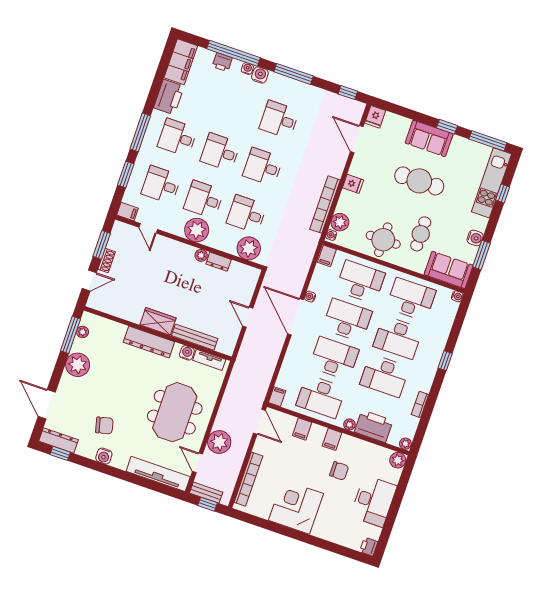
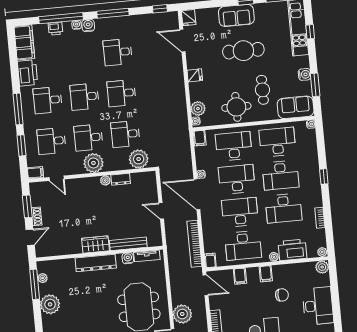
bookcase: (325, 205) -> (194, 244), moved

